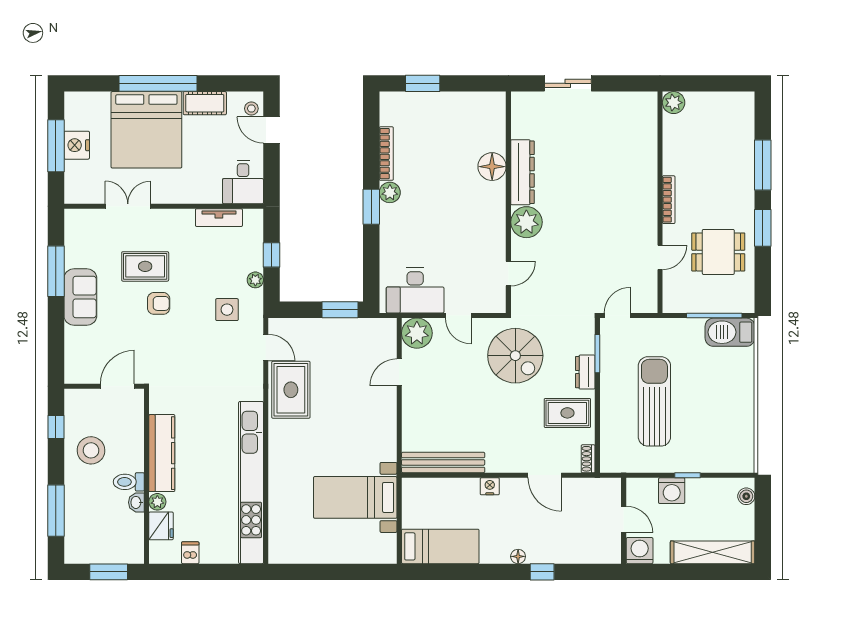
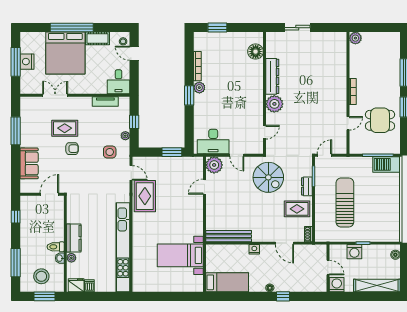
floor lamp: (492, 167) -> (256, 52), moved
sofa: (80, 297) -> (29, 163), moved
stool: (91, 450) -> (41, 276), moved
kitchen counter: (162, 453) -> (74, 238), width x0.67
fridge: (161, 526) -> (76, 285), moved, turned -90

